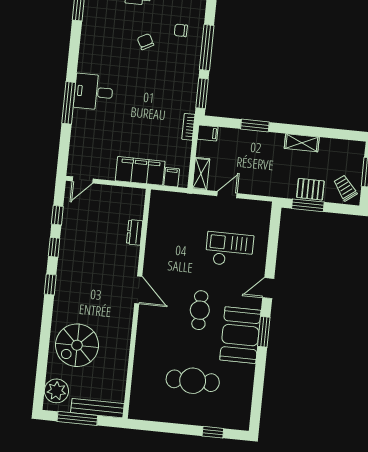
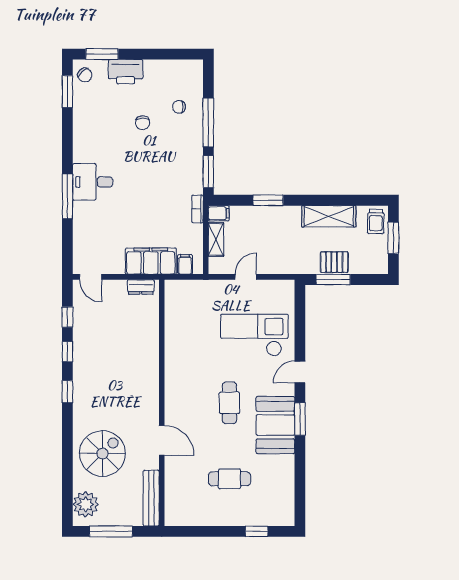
chair: (145, 42) -> (143, 123), turned -152
shelving: (302, 143) -> (329, 216), width x1.50, depth x1.33
shelving: (201, 174) -> (216, 239), moved
door: (83, 180) -> (91, 277), hinge flipped
trolley: (345, 188) -> (376, 221), moved, turned -142
dresser: (135, 232) -> (141, 287), moved, turned -90
checkout: (229, 249) -> (254, 335), width x1.36, depth x1.21
door: (138, 290) -> (162, 440), moved
spiral stairs: (77, 345) -> (102, 453), turned 180
cafe table: (193, 381) -> (229, 479), width x0.73, depth x0.74
bench: (97, 408) -> (151, 498), moved, turned 90

